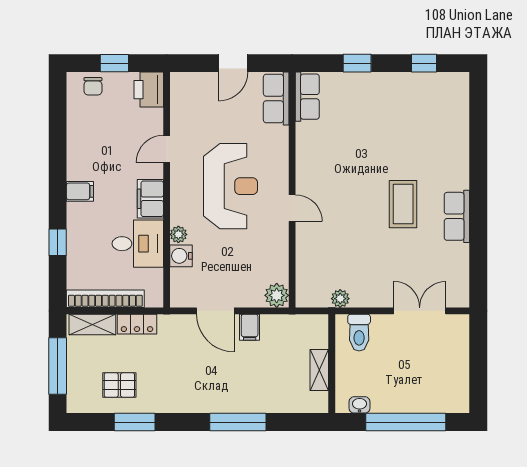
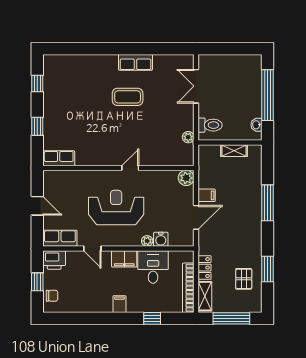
row of seats: (276, 99) -> (60, 238), moved, turned 180

